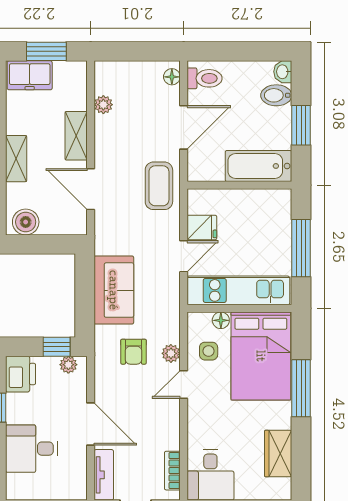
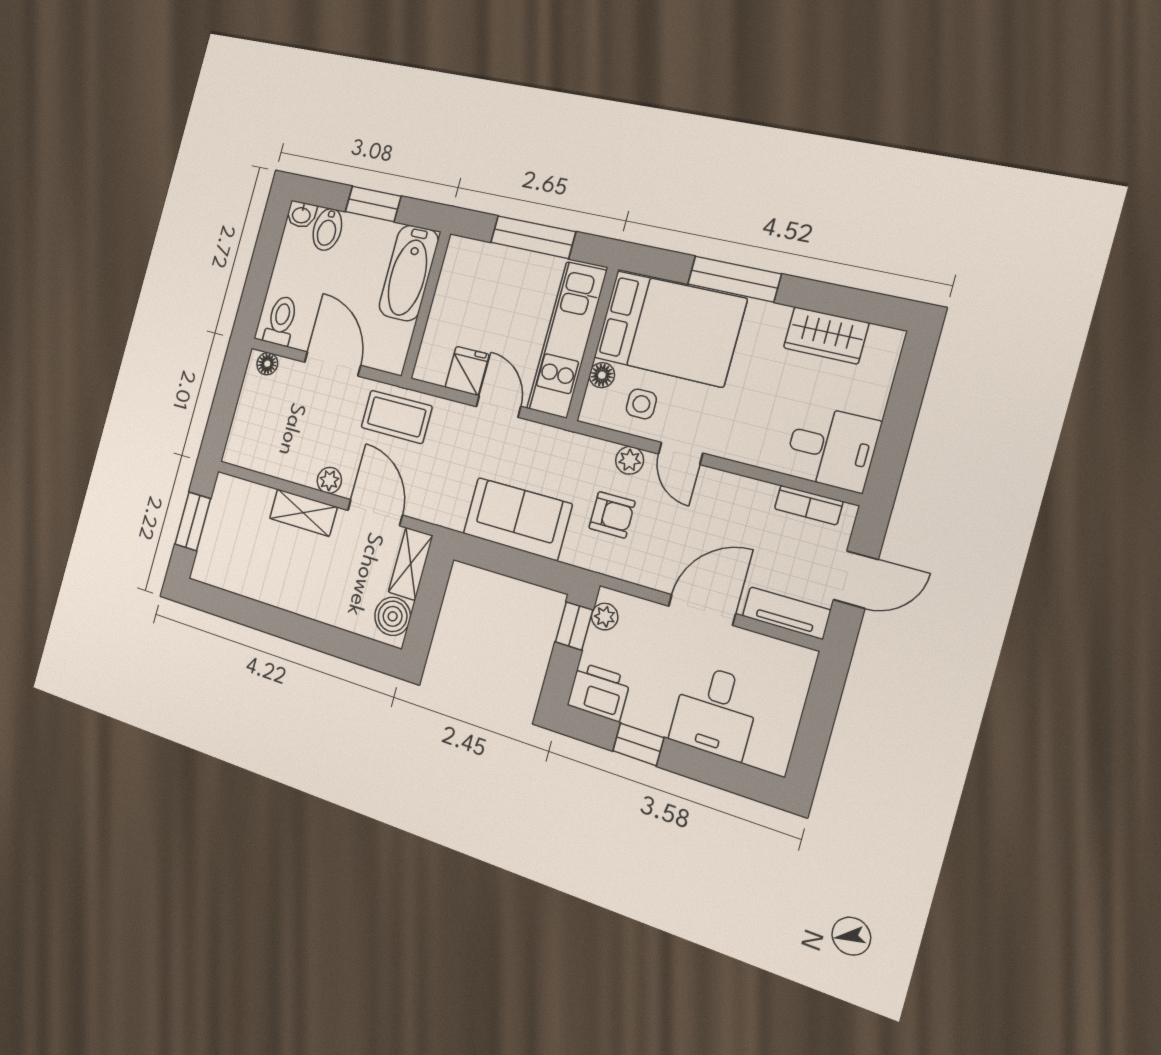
freezer: (30, 75) -> (214, 552), removed
plant: (103, 105) -> (329, 480), moved
shelving: (16, 159) -> (411, 564), moved, turned 90
door: (91, 189) -> (375, 513), swing flipped

